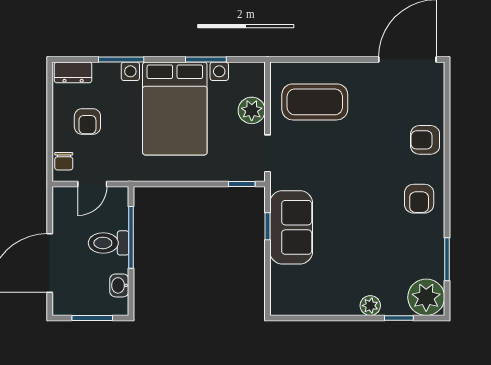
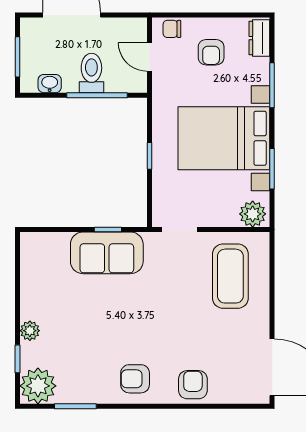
plant: (252, 110) -> (253, 214), moved
armchair: (87, 121) -> (211, 52), turned -90
window: (242, 184) -> (150, 156), moved

